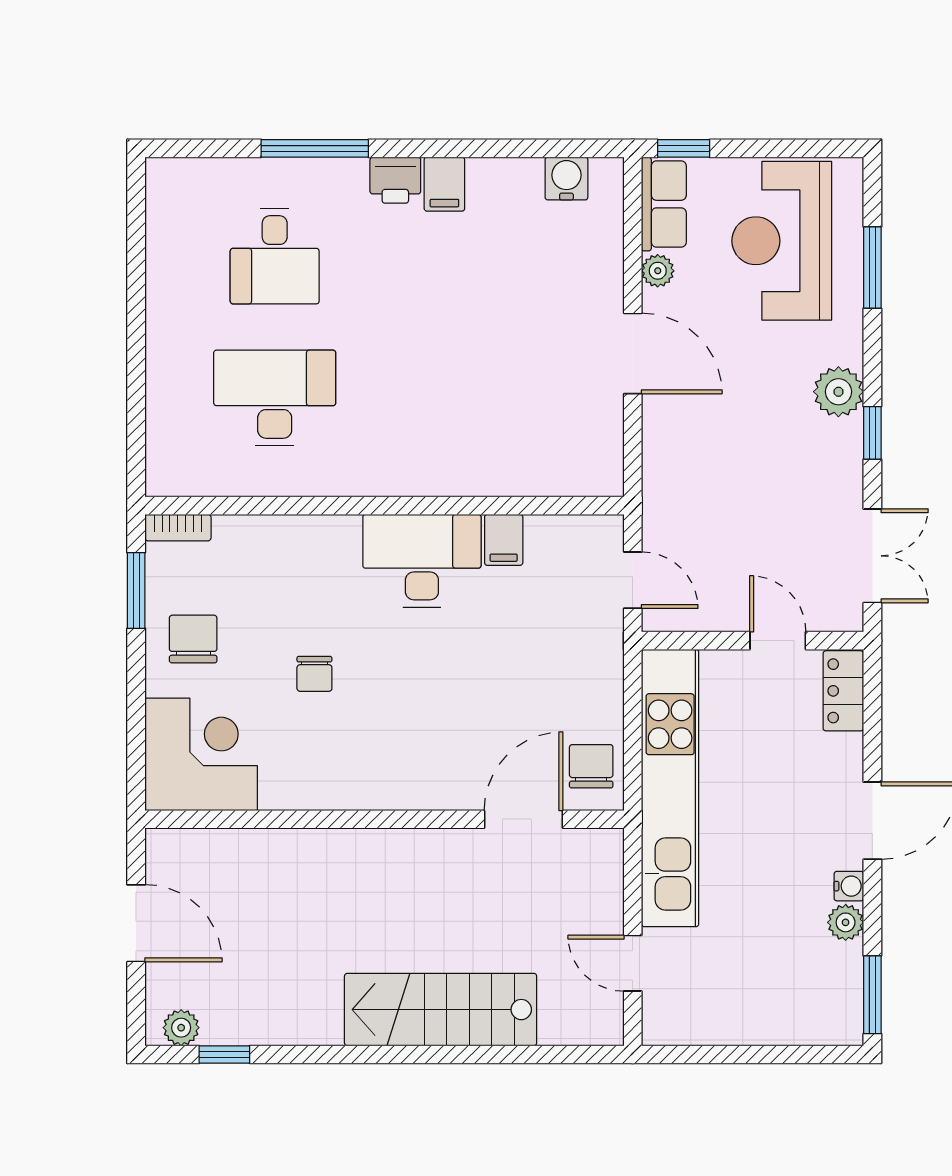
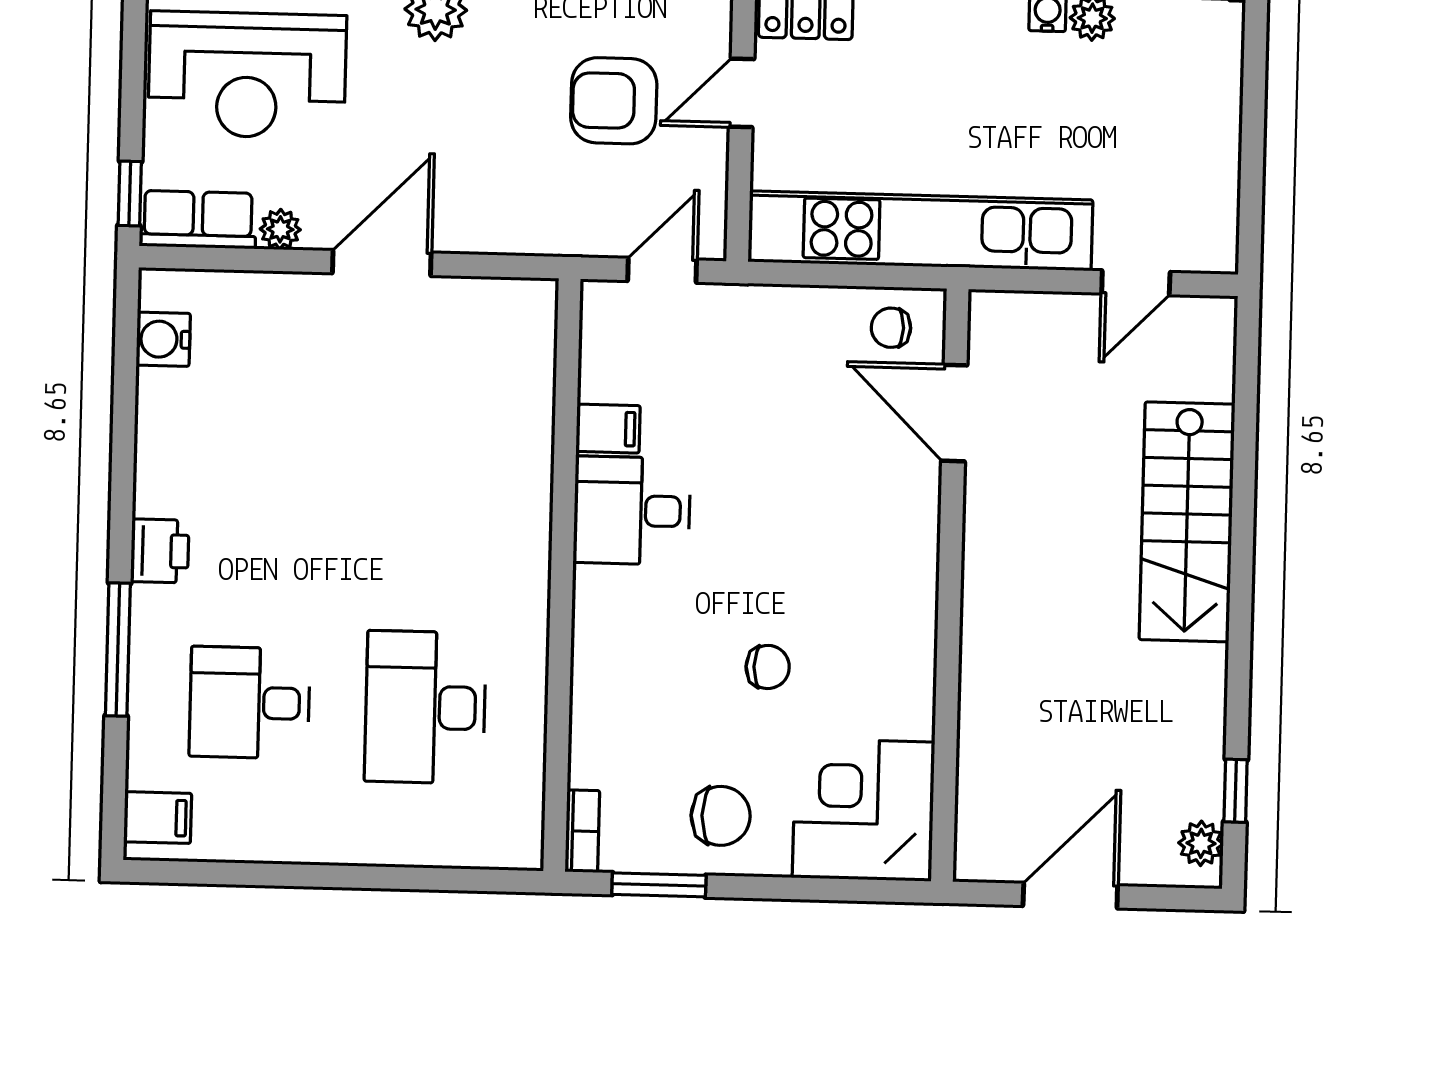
filing cabinet: (444, 184) -> (158, 818), moved
desk: (275, 256) -> (250, 703), turned 180
armchair: (769, 538) -> (614, 101), added
desk: (422, 561) -> (632, 511), width x0.73
chair: (193, 639) -> (721, 816), turned 180
chair: (591, 766) -> (891, 328), width x0.73, depth x0.73

